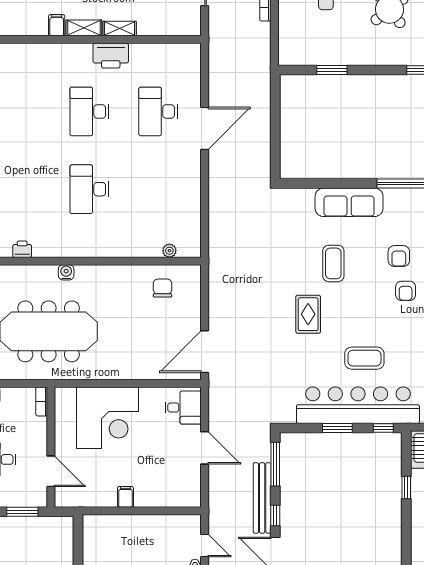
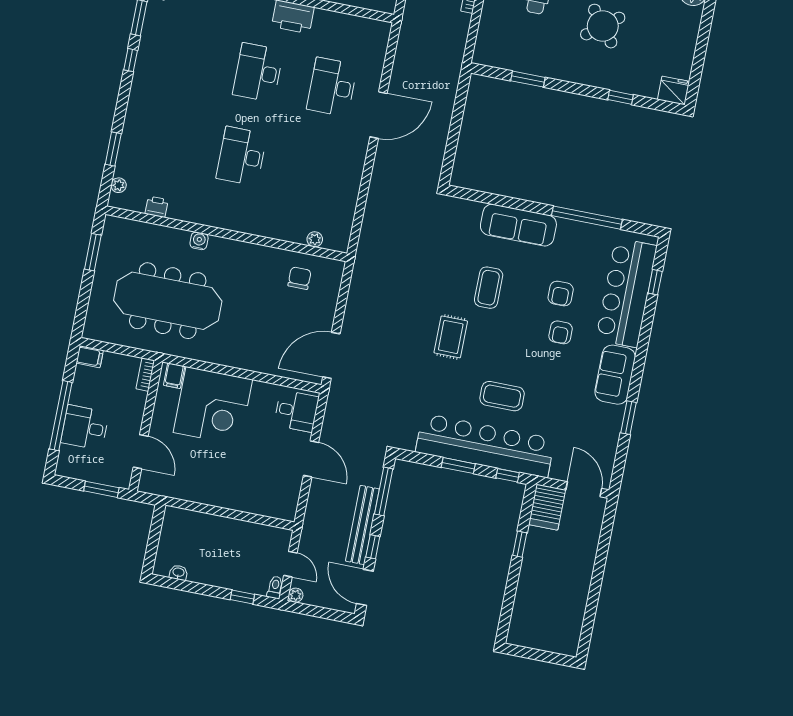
filing cabinet: (125, 497) -> (174, 376), moved, turned 180

